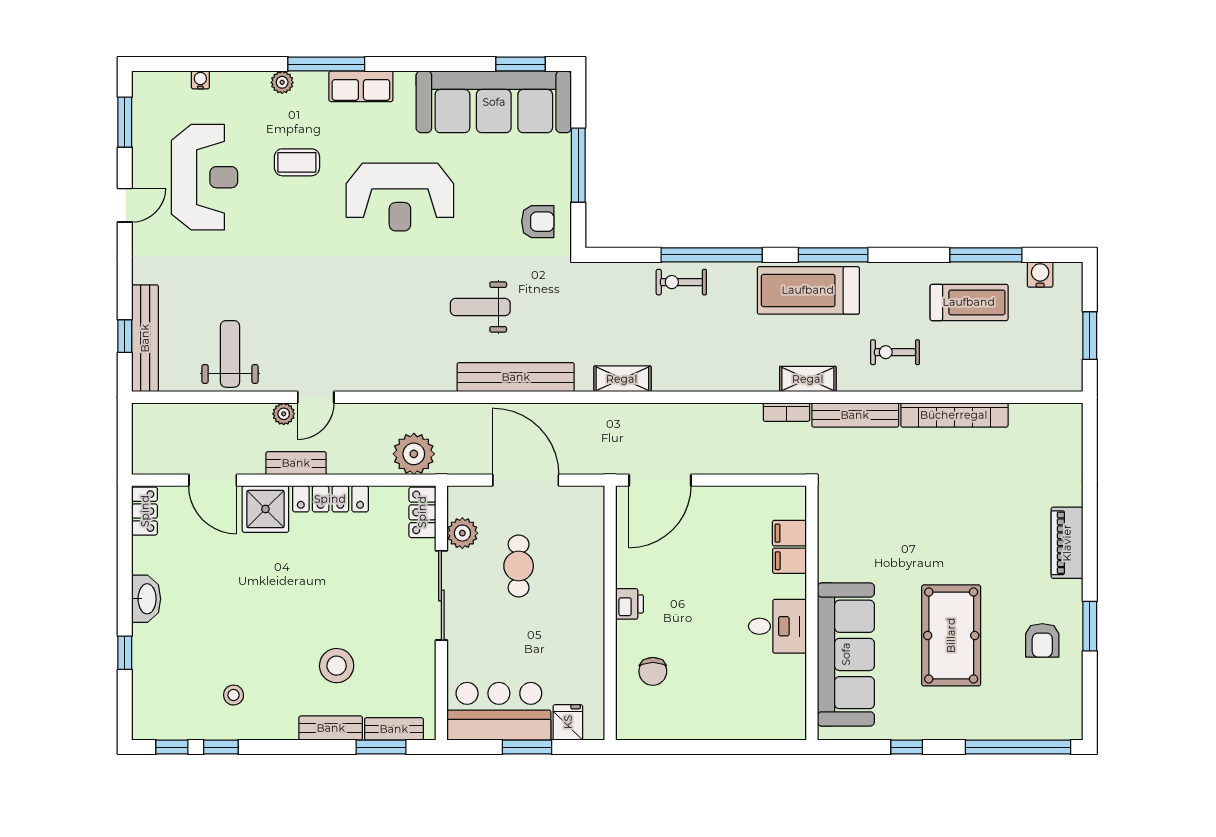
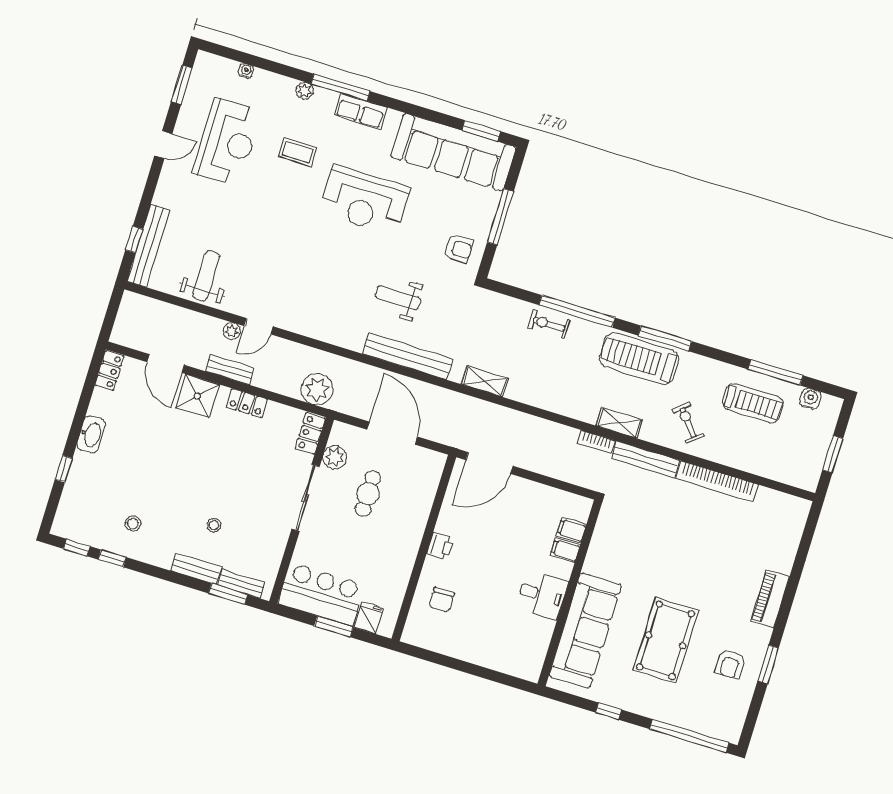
exercise bike: (895, 352) -> (688, 423), turned 50
locker: (330, 499) -> (247, 403), width x0.66
stool: (337, 666) -> (214, 525), width x0.53, depth x0.53

